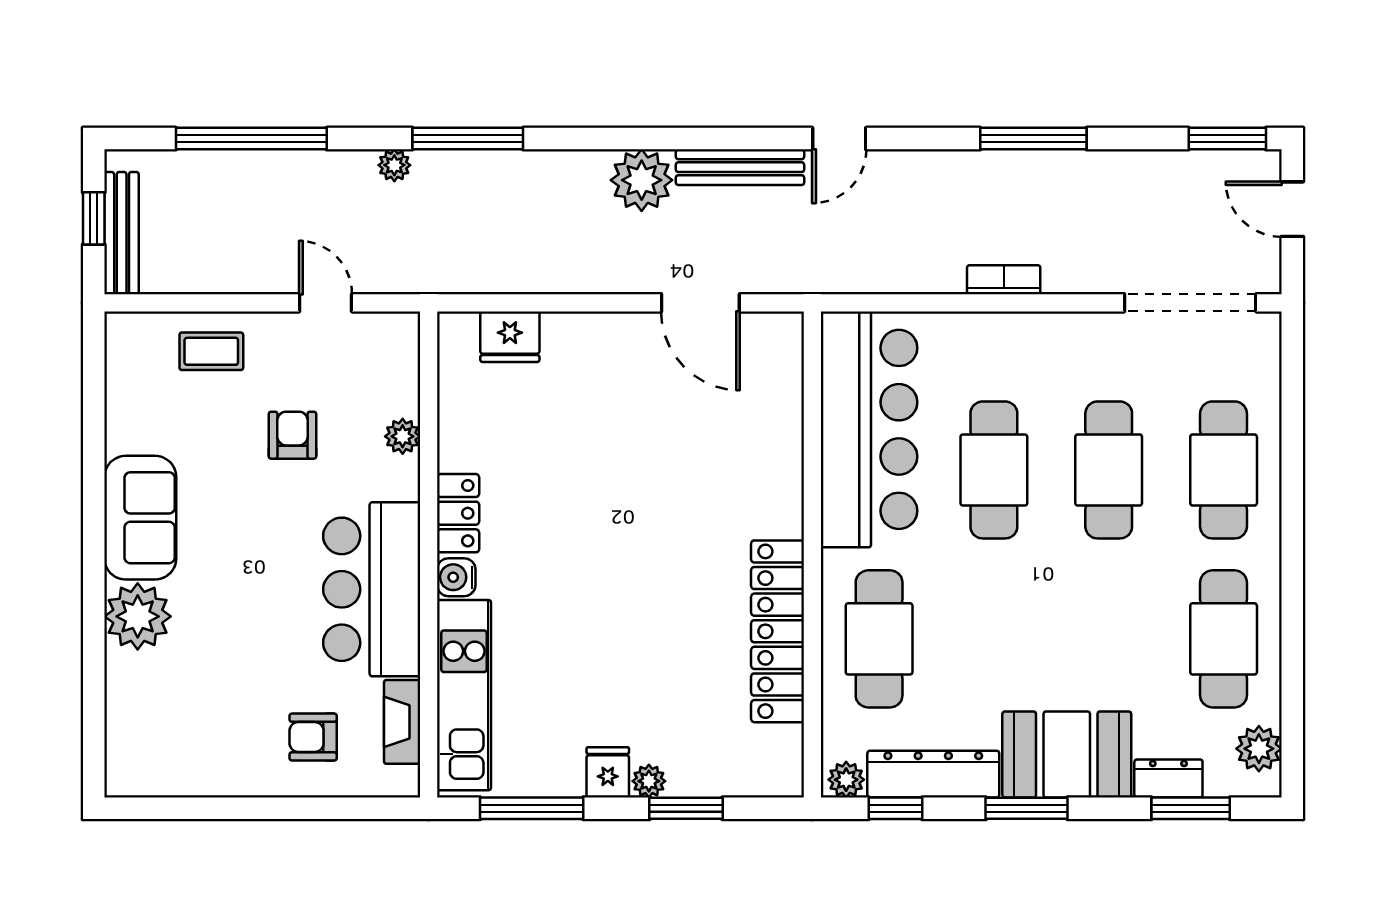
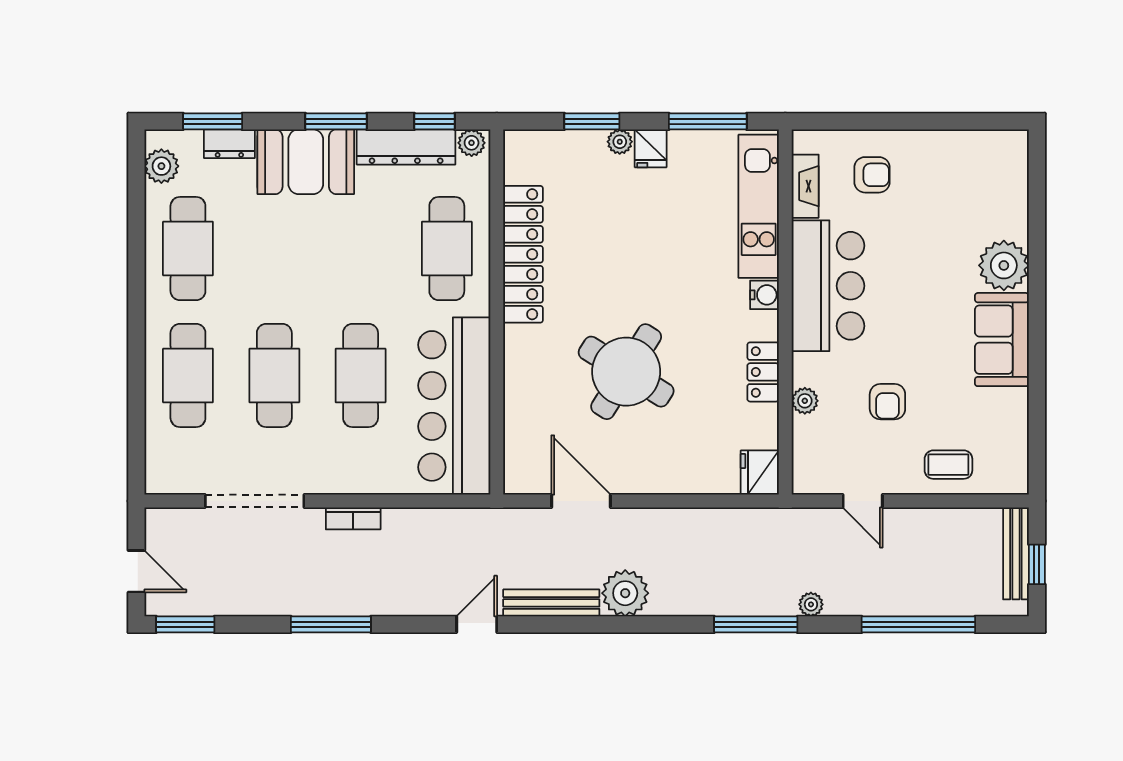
doorway: (1190, 303) -> (255, 501), moved
fridge: (510, 337) -> (760, 473), moved, turned -90
round table: (640, 475) -> (626, 372), added
locker: (458, 513) -> (763, 372), moved

